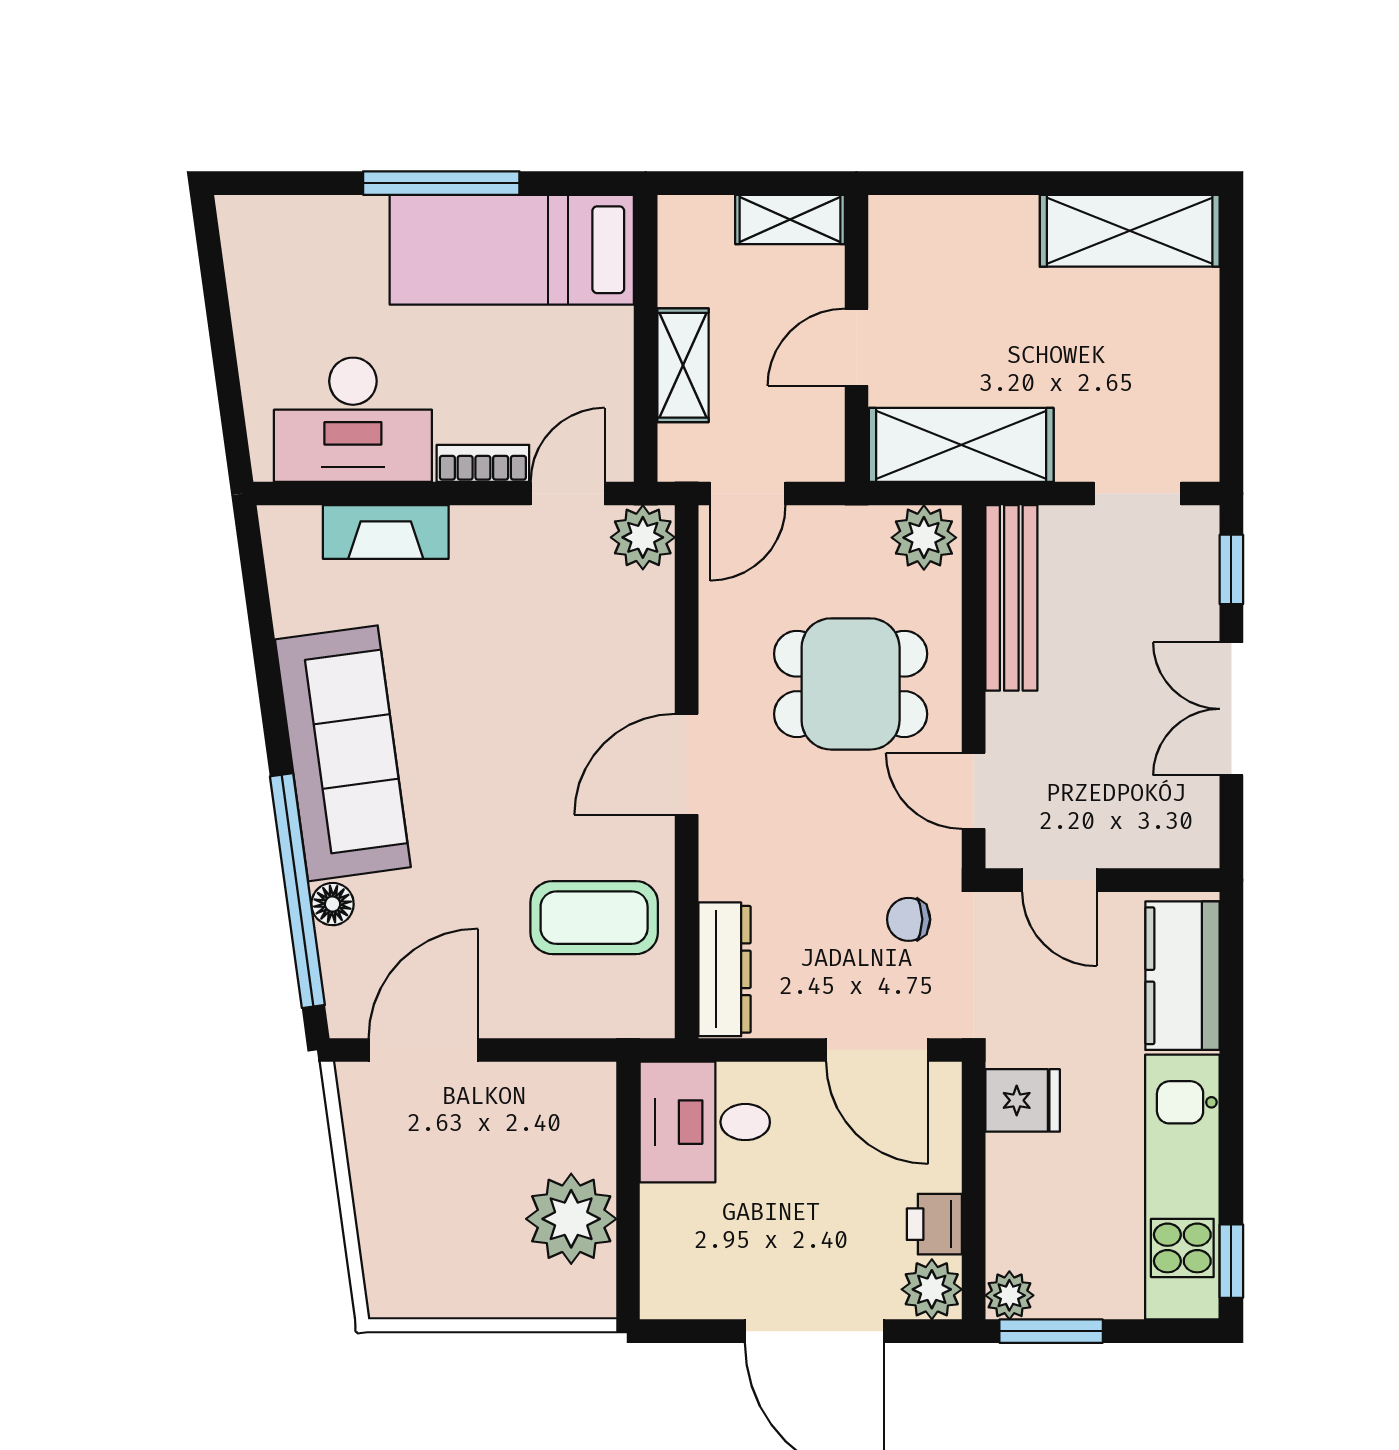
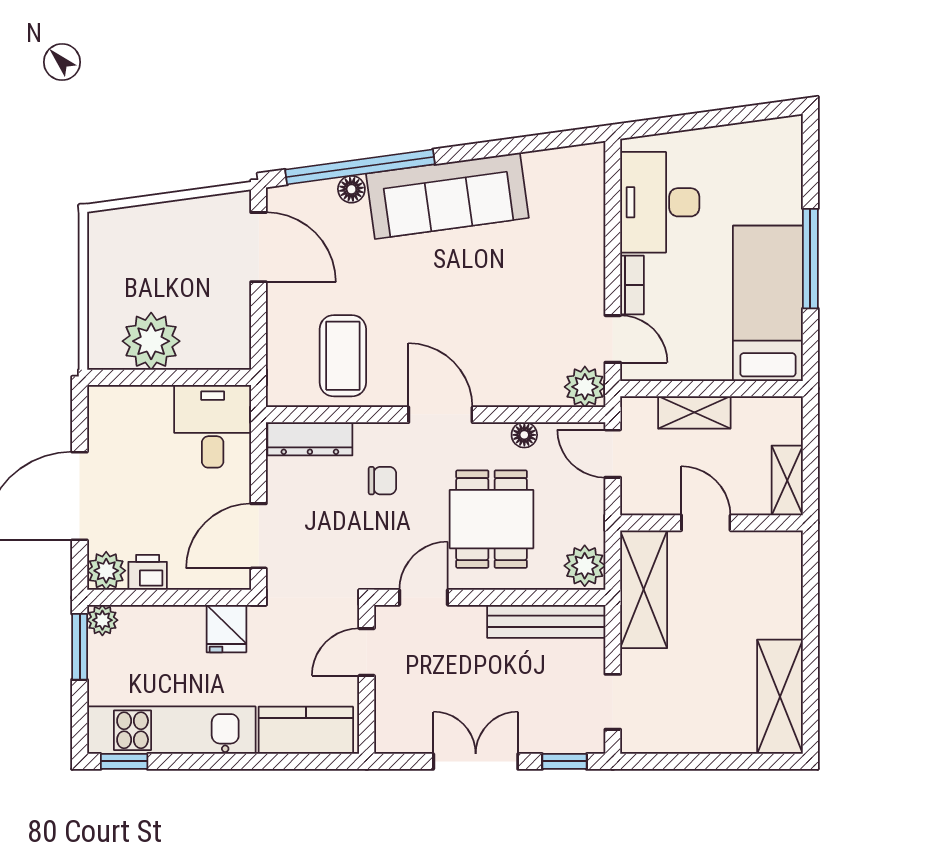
fireplace: (386, 532) -> (588, 223), removed
floor lamp: (718, 633) -> (524, 435), added
chair: (909, 919) -> (382, 481), moved, turned 90

